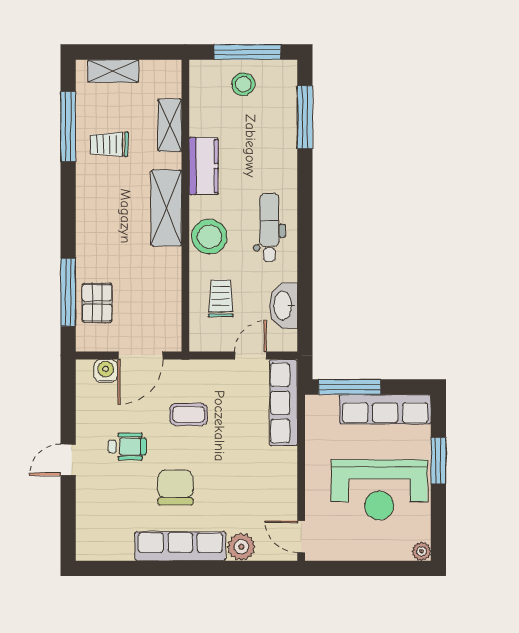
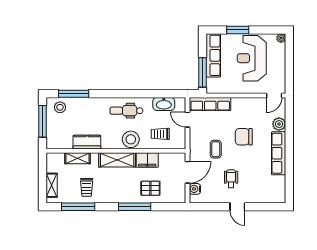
stool: (243, 84) -> (60, 107), moved
kitchen counter: (204, 166) -> (87, 142), moved
filing cabinet: (166, 271) -> (147, 160), added
window: (68, 292) -> (135, 207), moved
pallet: (97, 303) -> (150, 188), moved
door: (141, 355) -> (188, 172), hinge flipped
chair: (175, 487) -> (244, 137), moved
reception desk: (379, 490) -> (252, 58), turned 180

